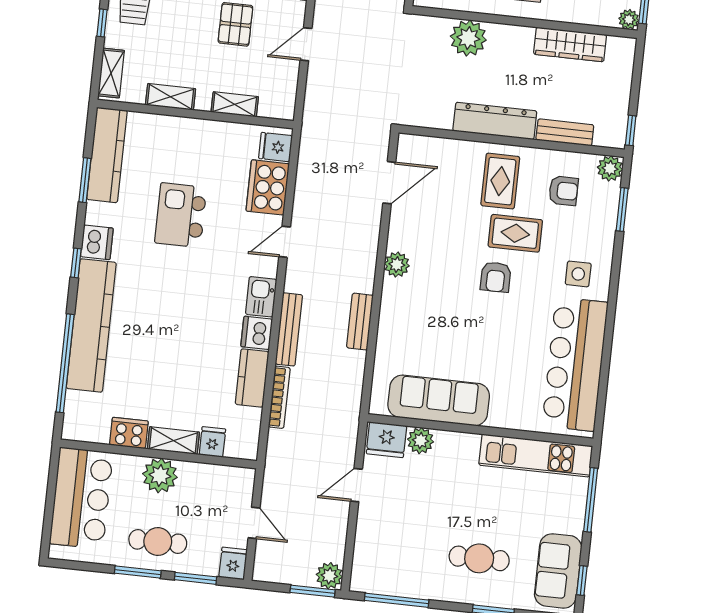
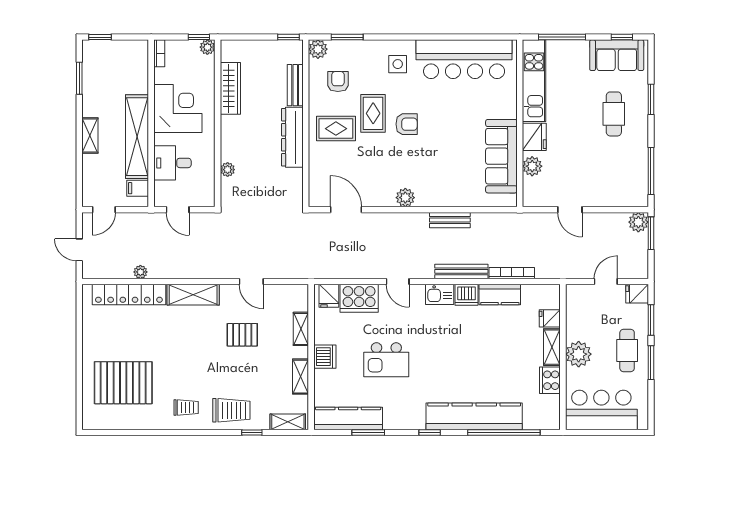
plant: (468, 38) -> (228, 170), width x0.53, depth x0.53
dishwasher: (97, 242) -> (325, 357), moved, turned 90
fridge: (386, 440) -> (534, 137), moved

